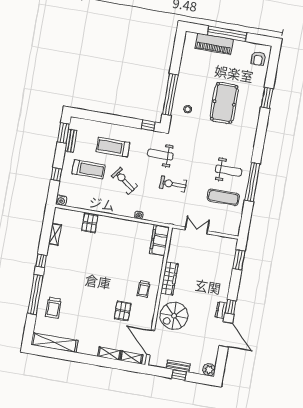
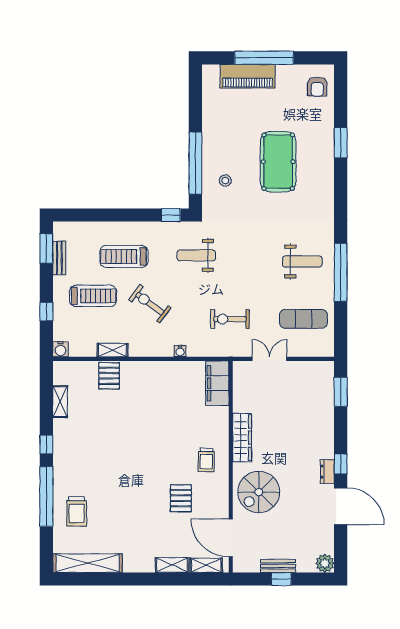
exercise bike: (173, 184) -> (230, 319), moved
exercise mat: (223, 197) -> (303, 319), moved
shelving: (95, 207) -> (112, 350), added

